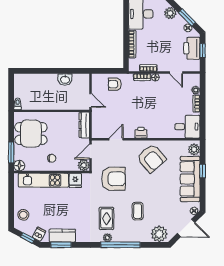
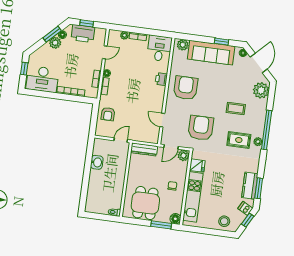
plant: (170, 13) -> (55, 43), moved
printer: (141, 133) -> (161, 79), moved
door: (90, 152) -> (171, 147), hinge flipped
armchair: (151, 158) -> (186, 88), turned -49
window: (203, 171) -> (221, 42), moved

